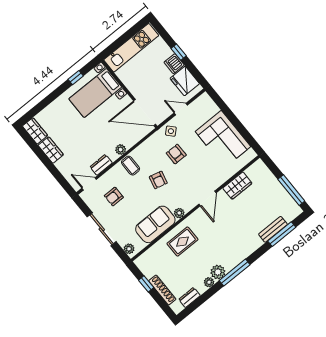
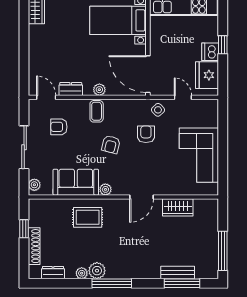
wardrobe: (51, 150) -> (36, 39), removed

